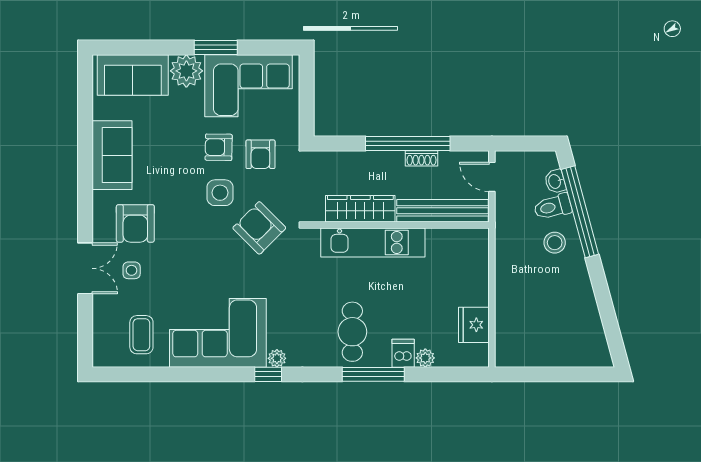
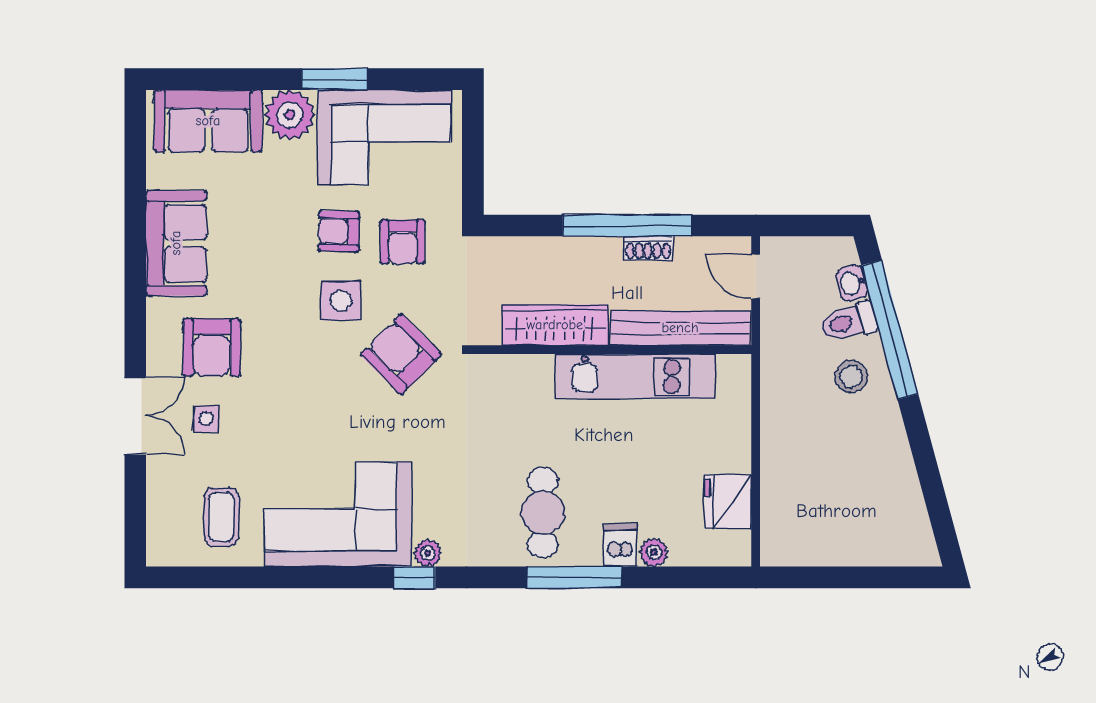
kitchen unit: (373, 242) -> (636, 376), moved

